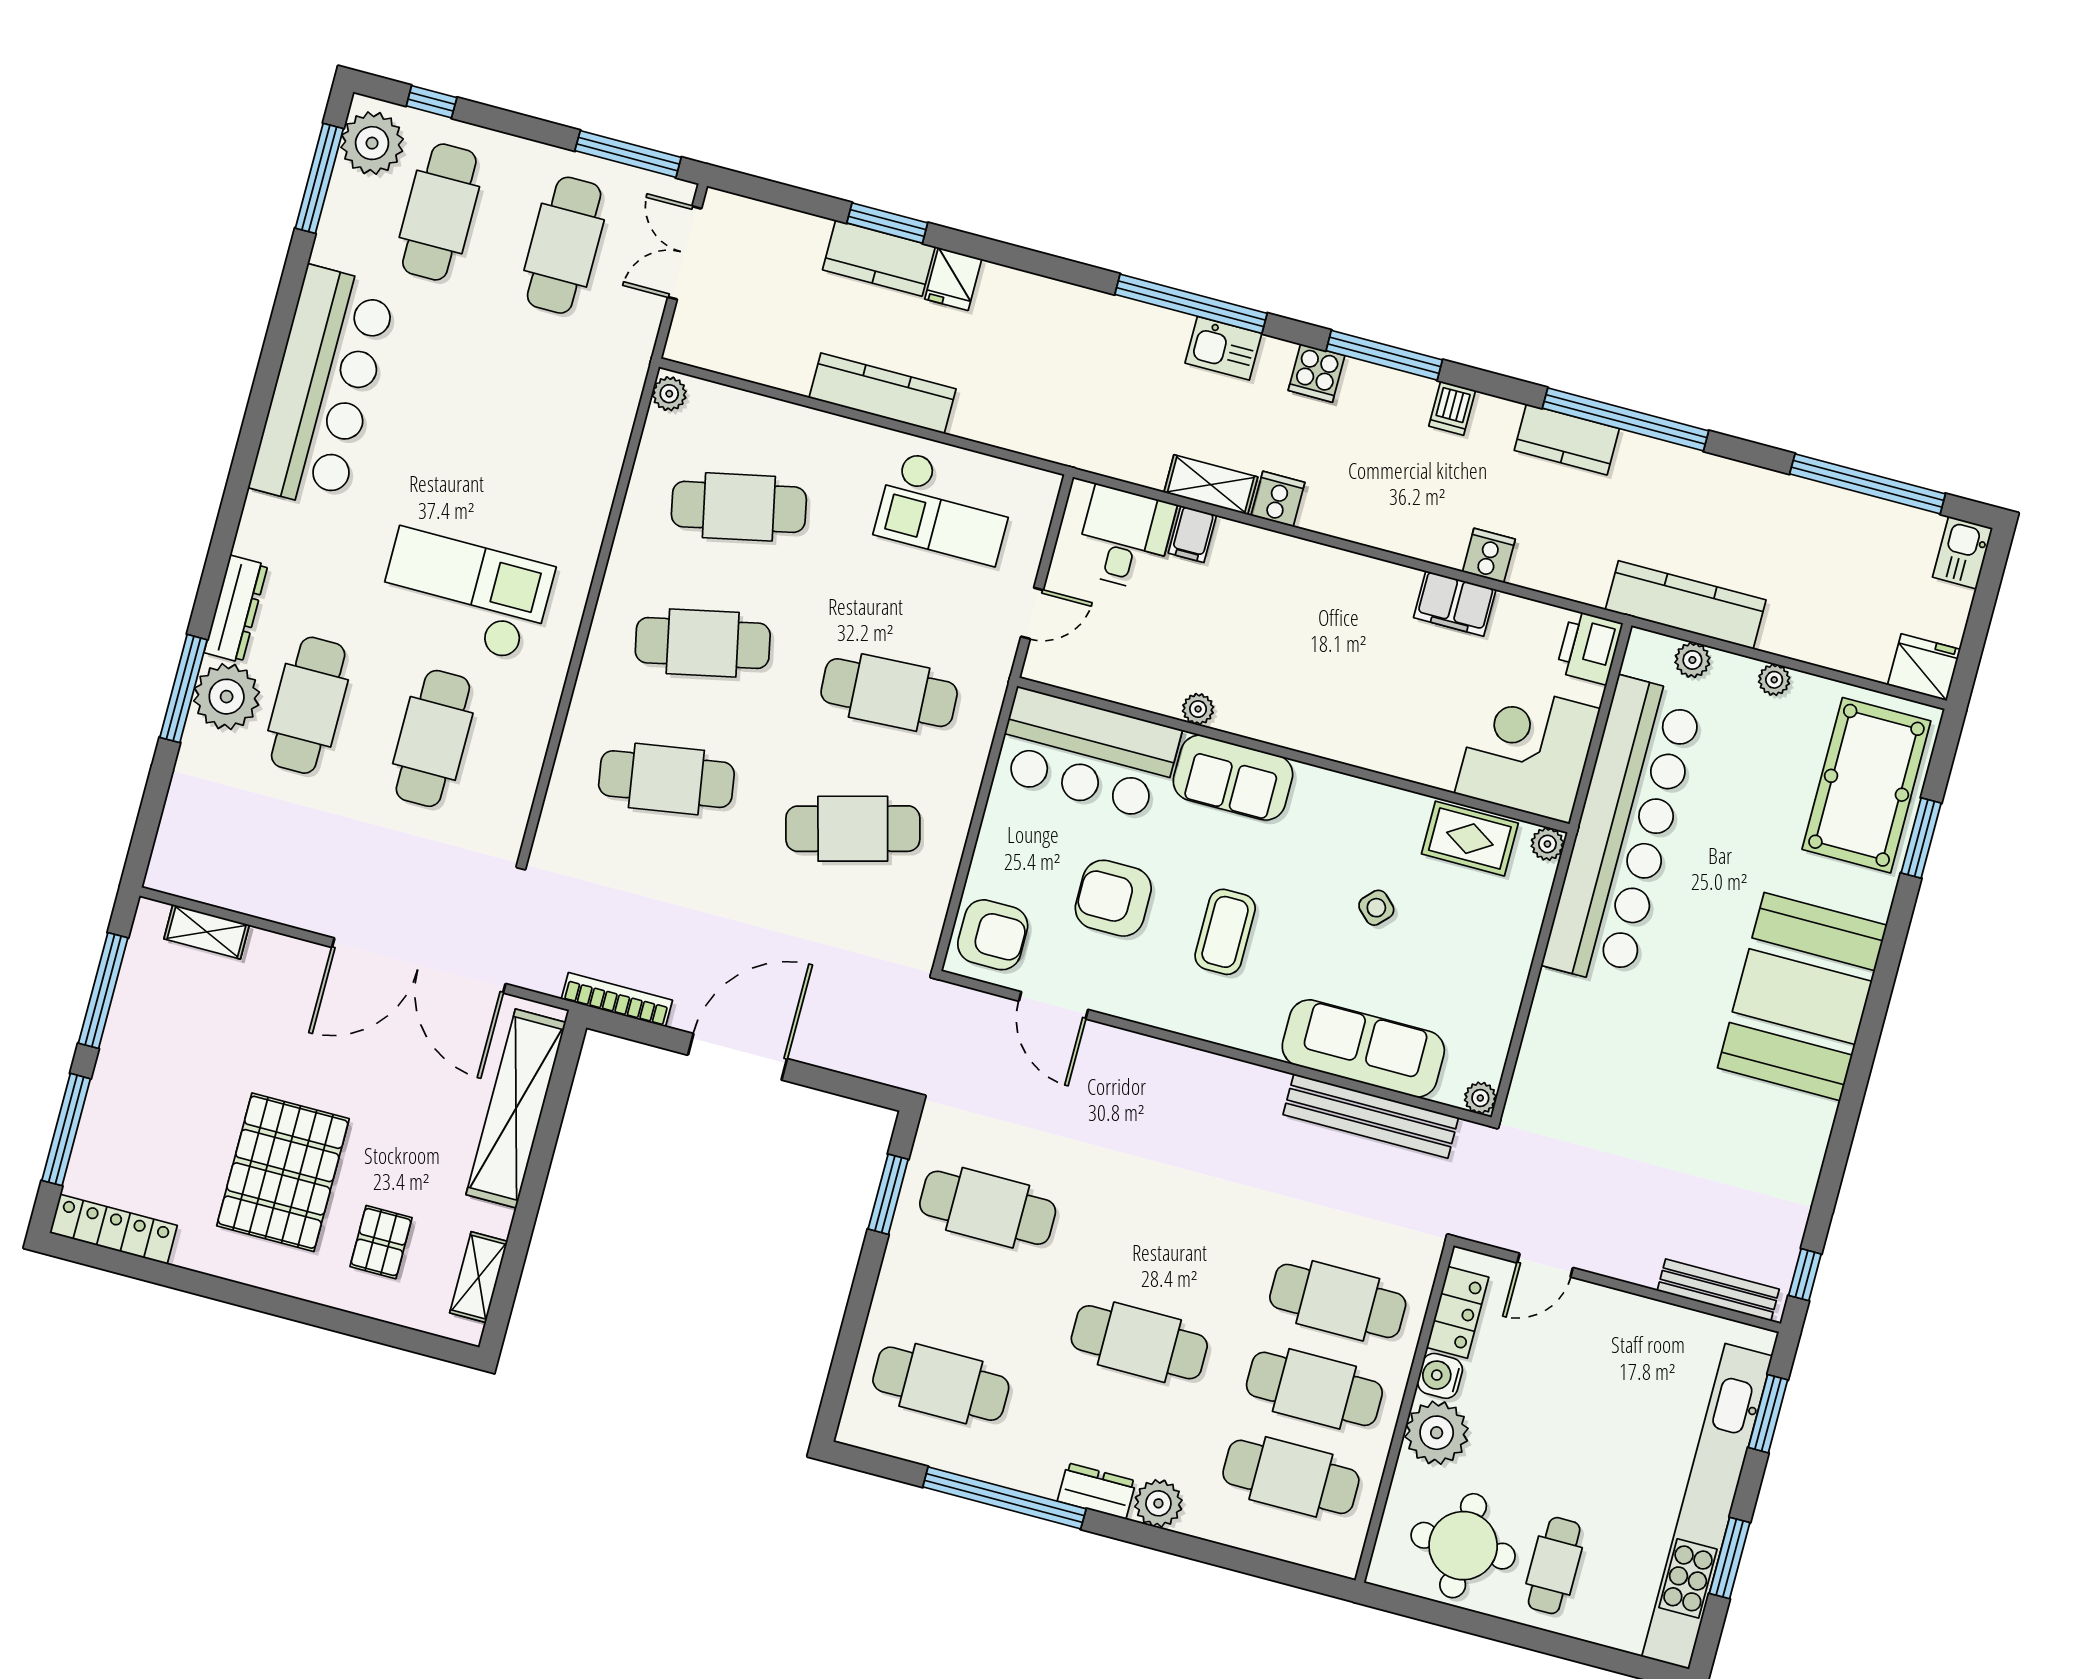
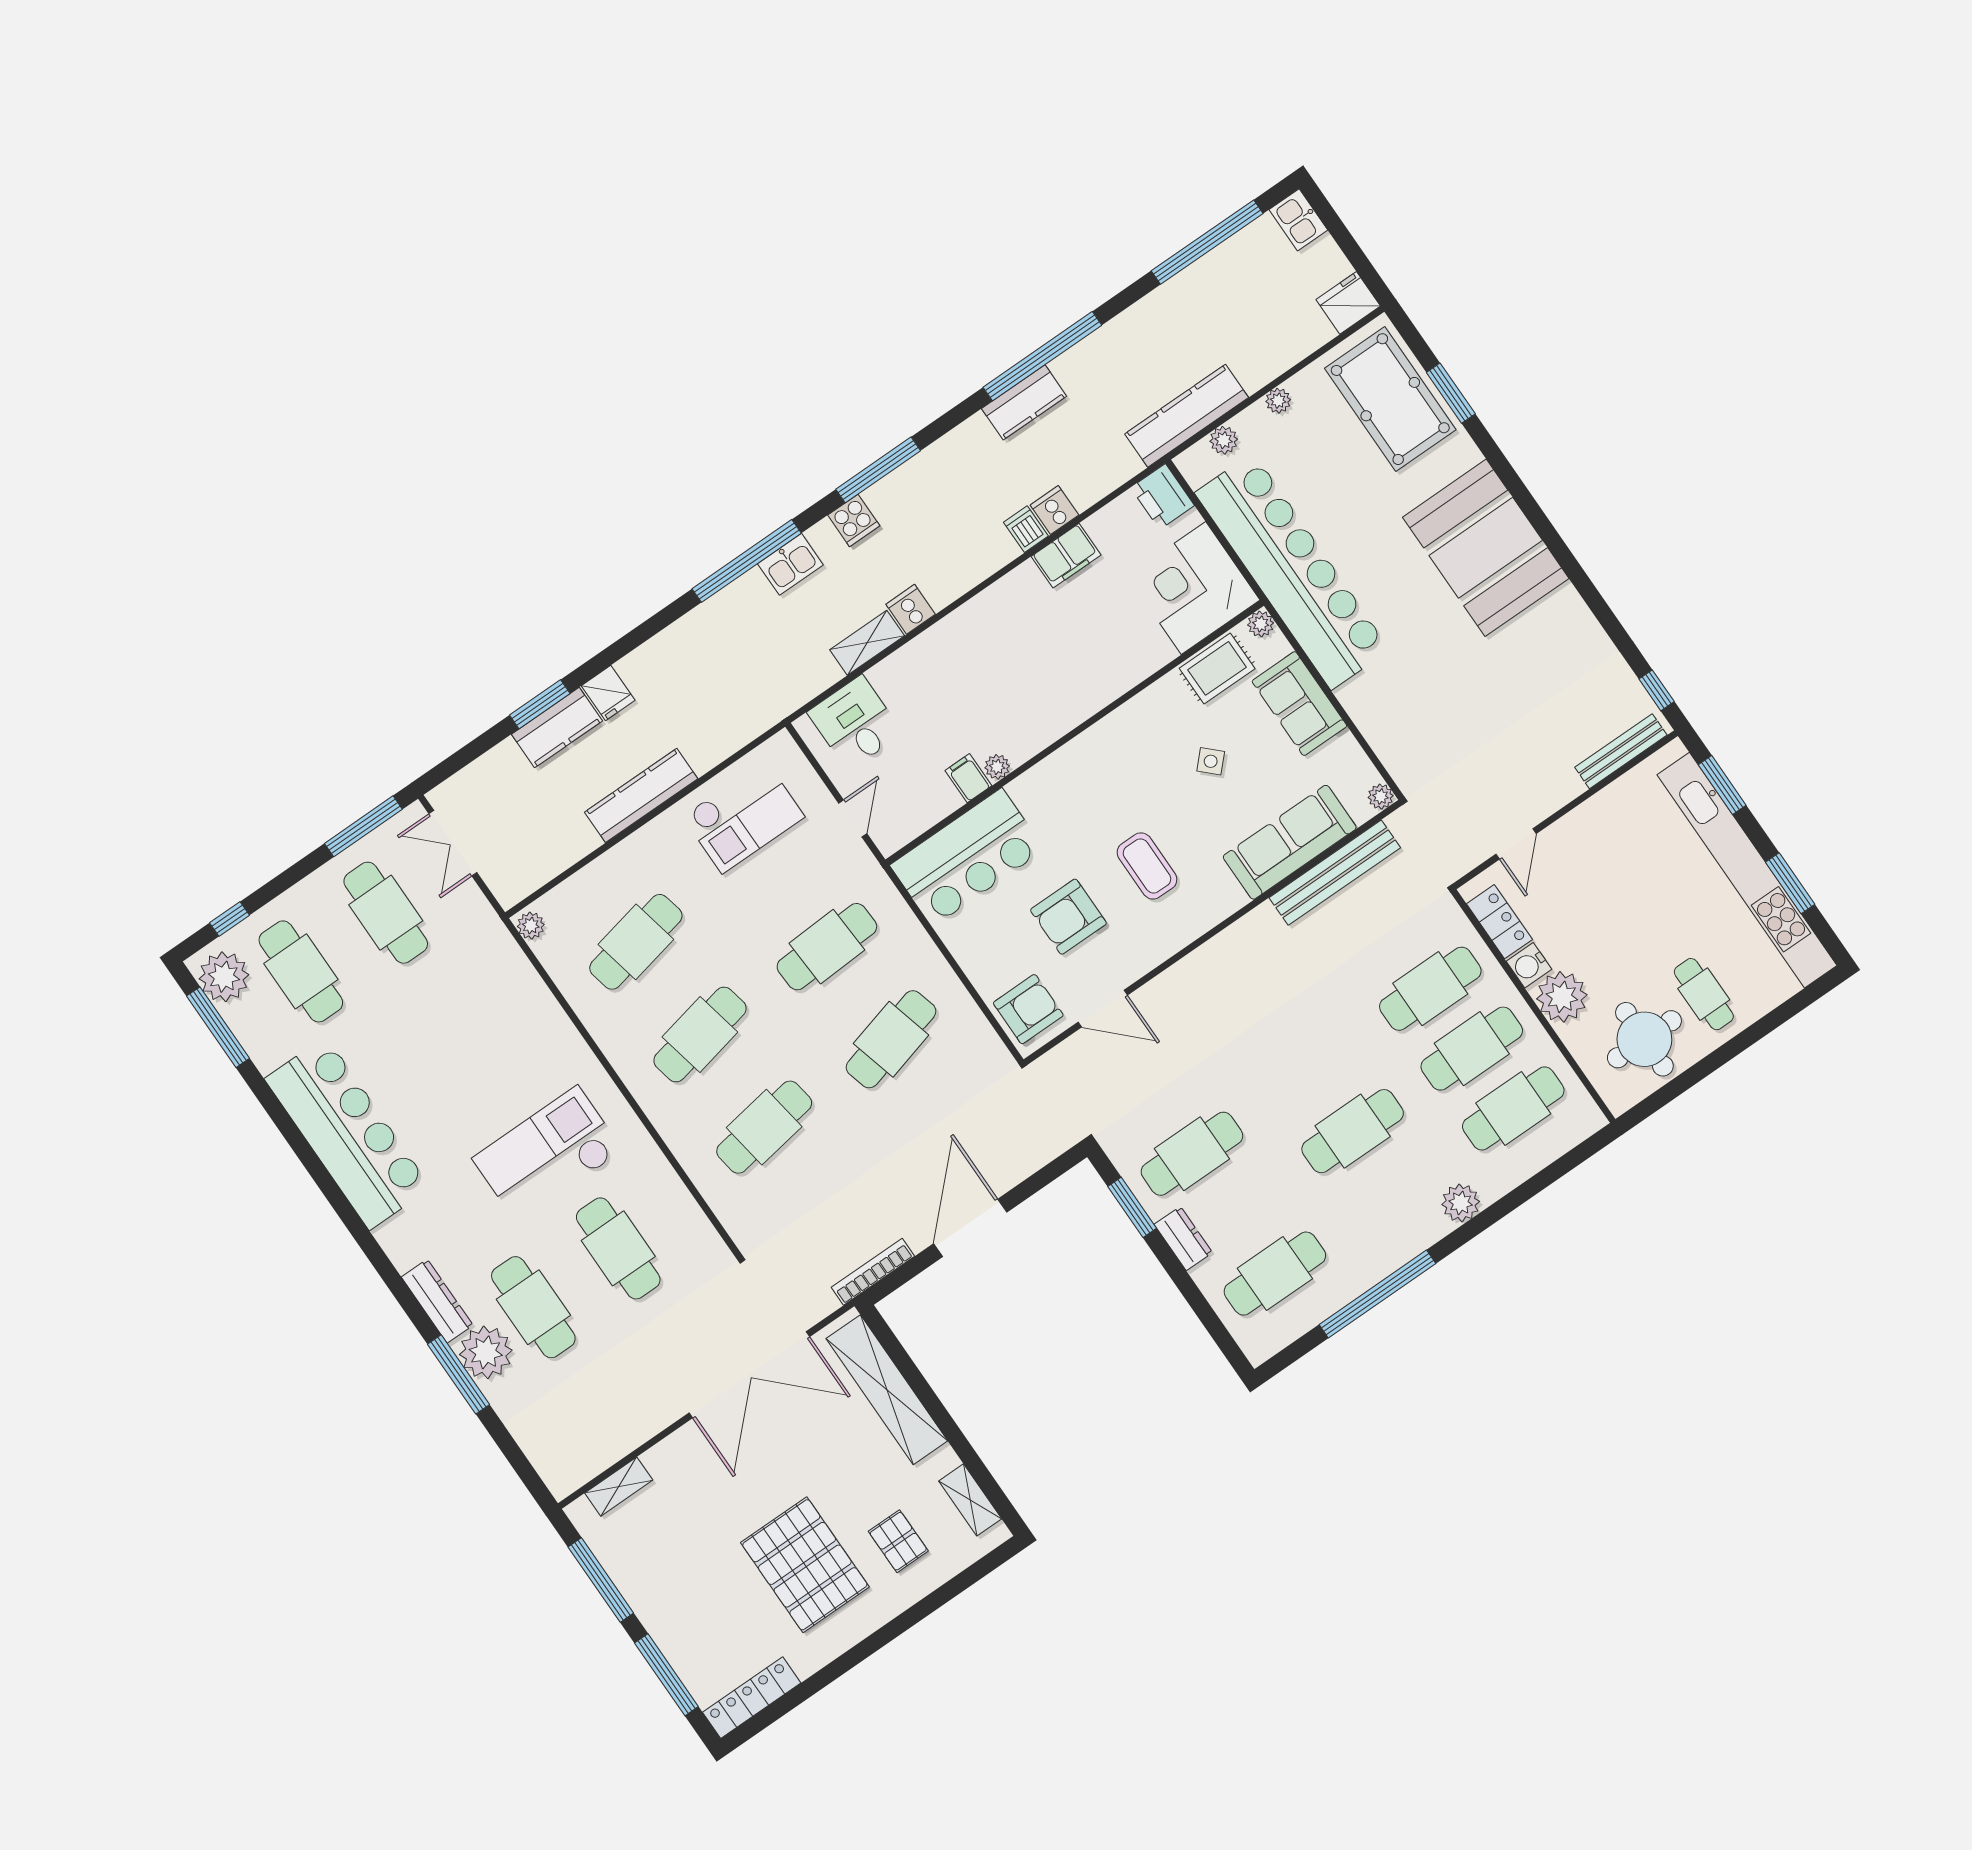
dishwasher: (1452, 408) -> (1026, 529), moved, turned 180
filing cabinet: (1192, 534) -> (968, 778), moved, turned 180
sofa: (1233, 778) -> (1299, 704), moved, turned 90
dresser: (1097, 1491) -> (1183, 1239), moved, turned 90

